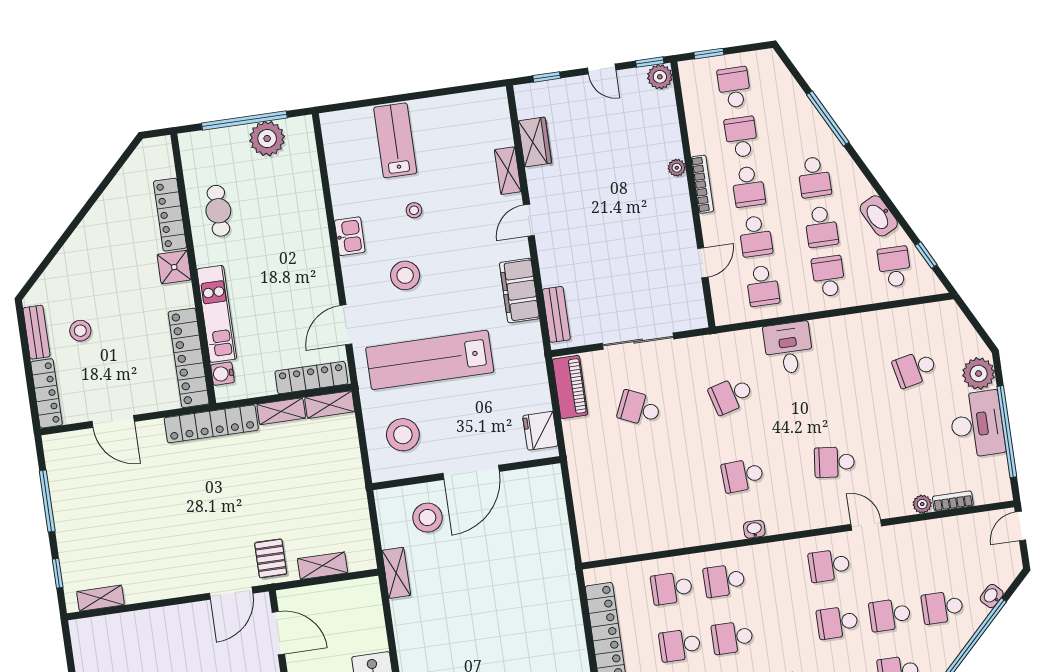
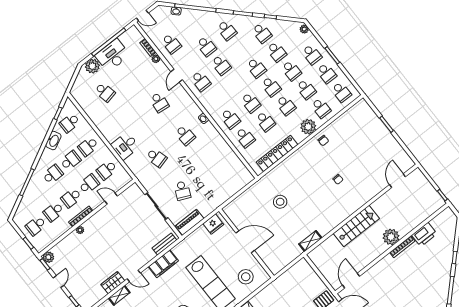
wardrobe: (535, 142) -> (113, 283), moved
school desk: (748, 187) -> (71, 198), turned 180
school desk: (763, 286) -> (107, 170), turned 180
stool: (427, 518) -> (280, 202), moved
shelving: (322, 566) -> (315, 279), removed
shelving: (396, 573) -> (310, 241), moved
school desk: (942, 607) -> (171, 44), moved

